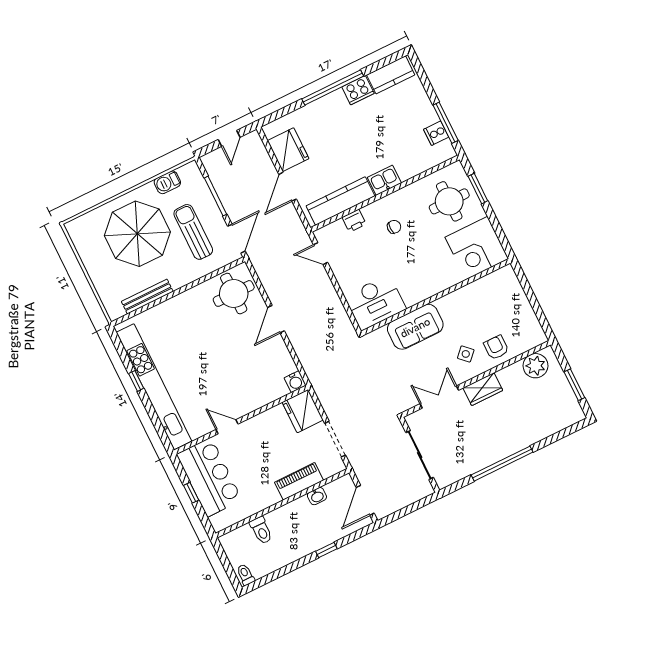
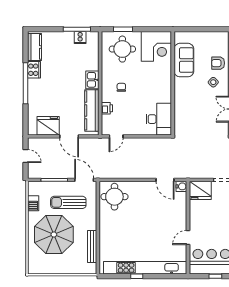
door: (276, 319) -> (165, 180), moved
sofa: (415, 327) -> (184, 60), moved

